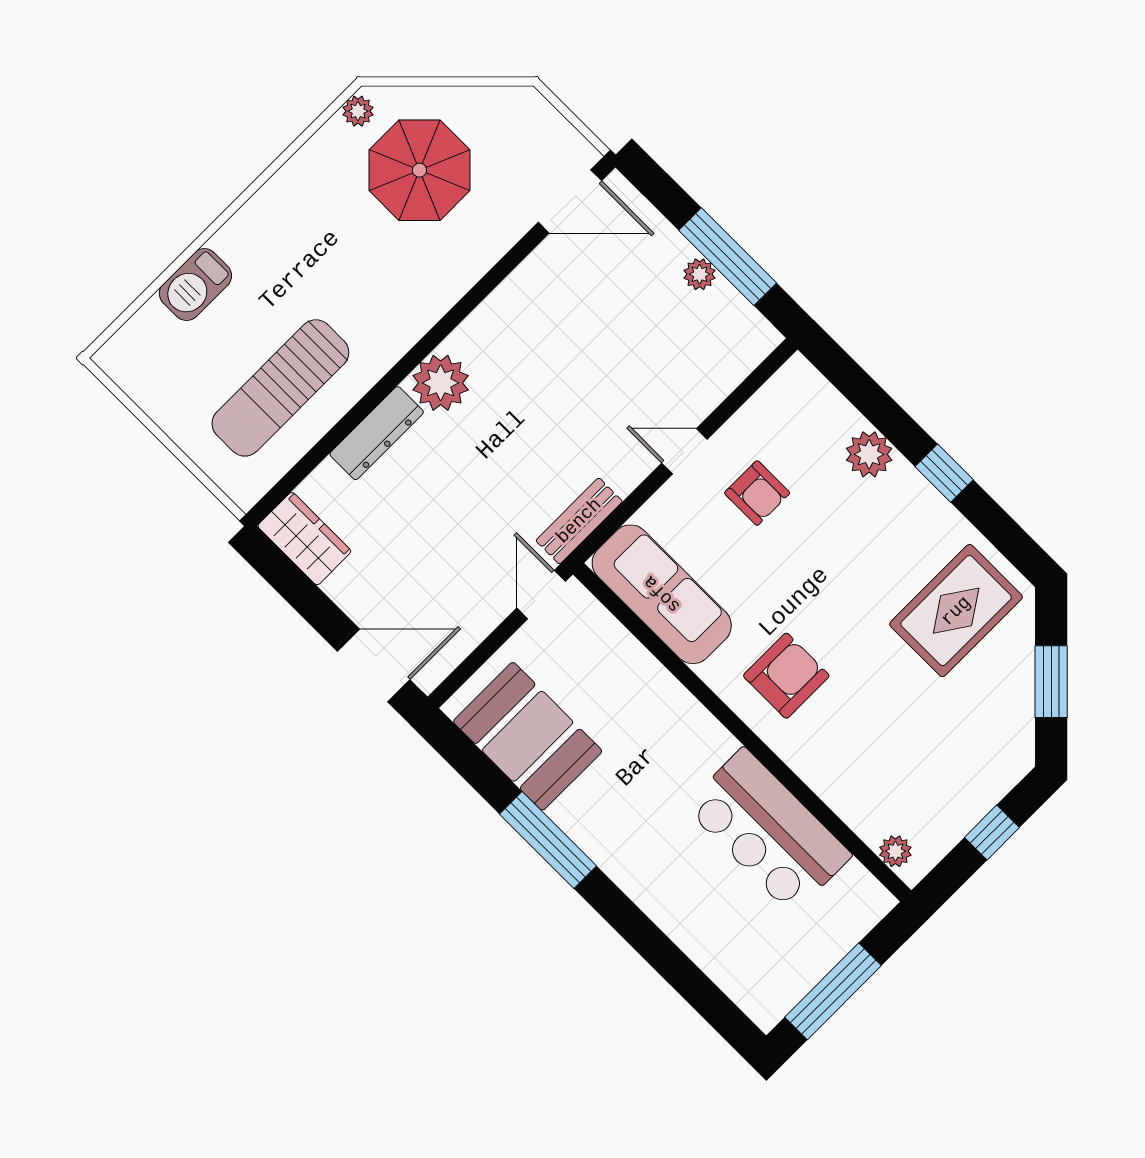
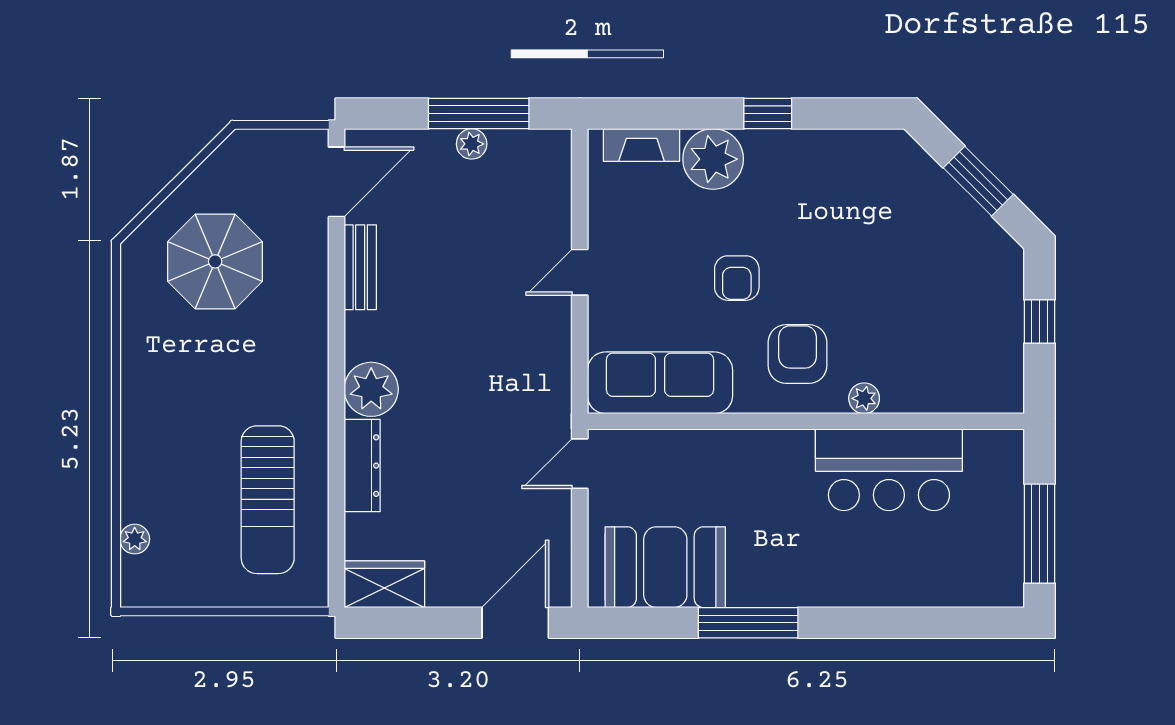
plant: (358, 111) -> (135, 539), moved
barbecue: (195, 285) -> (142, 487), removed
fireplace: (826, 402) -> (642, 145), added
plant: (869, 454) -> (713, 159), width x1.36, depth x1.36
armchair: (757, 493) -> (737, 278), moved, turned 90
bench: (579, 521) -> (360, 267), moved
door: (541, 595) -> (580, 464), hinge flipped
rug: (956, 611) -> (867, 197), removed
plant: (895, 851) -> (864, 398), moved

